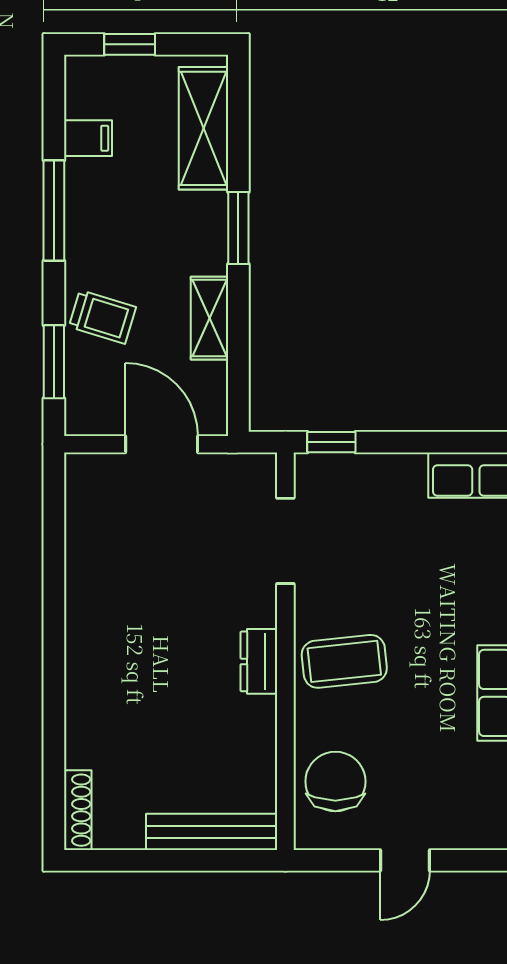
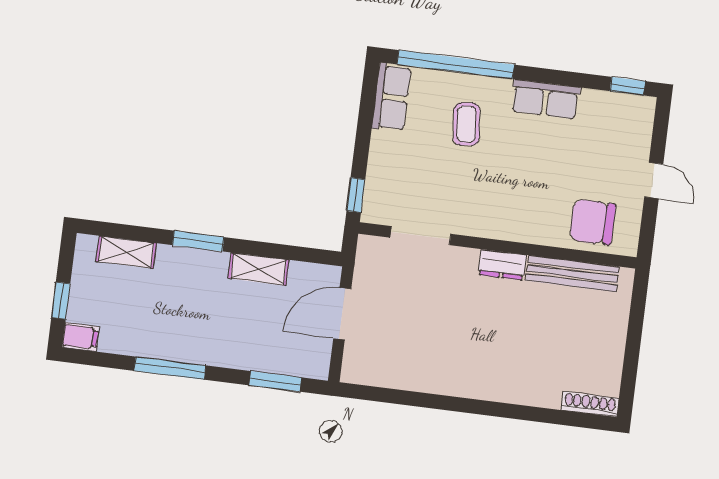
shelving: (203, 128) -> (126, 252), width x0.67, depth x0.75
filing cabinet: (88, 138) -> (80, 337), moved, turned 90
trolley: (102, 317) -> (248, 344), removed
coffee table: (344, 661) -> (466, 124), moved, width x0.73, depth x0.77
bench: (211, 832) -> (573, 274), moved, turned 90

